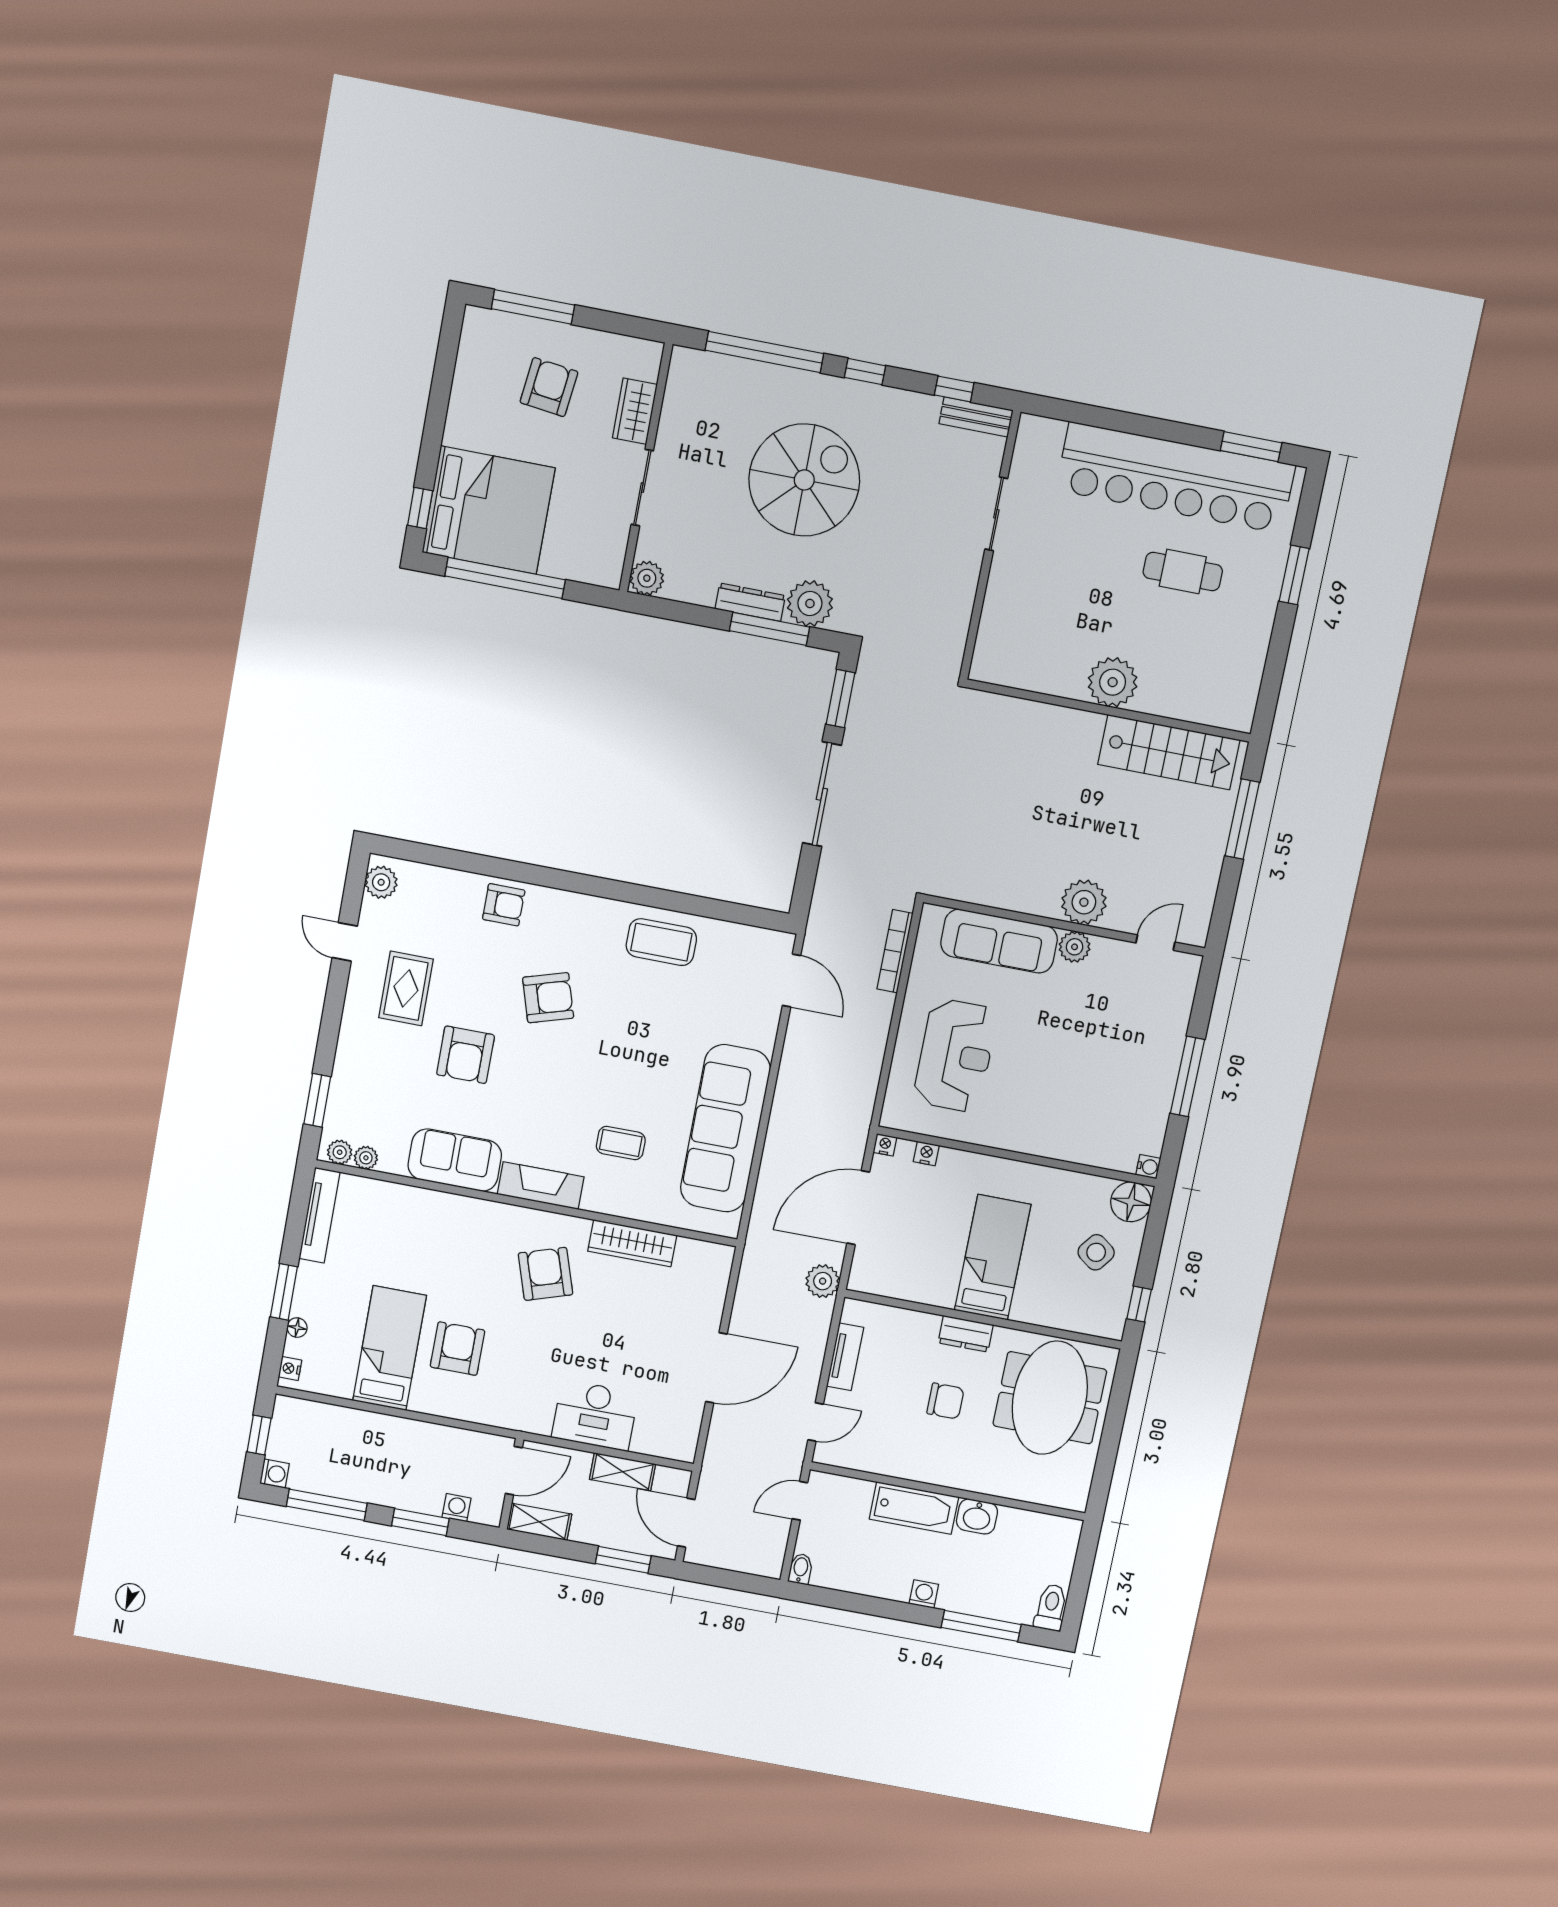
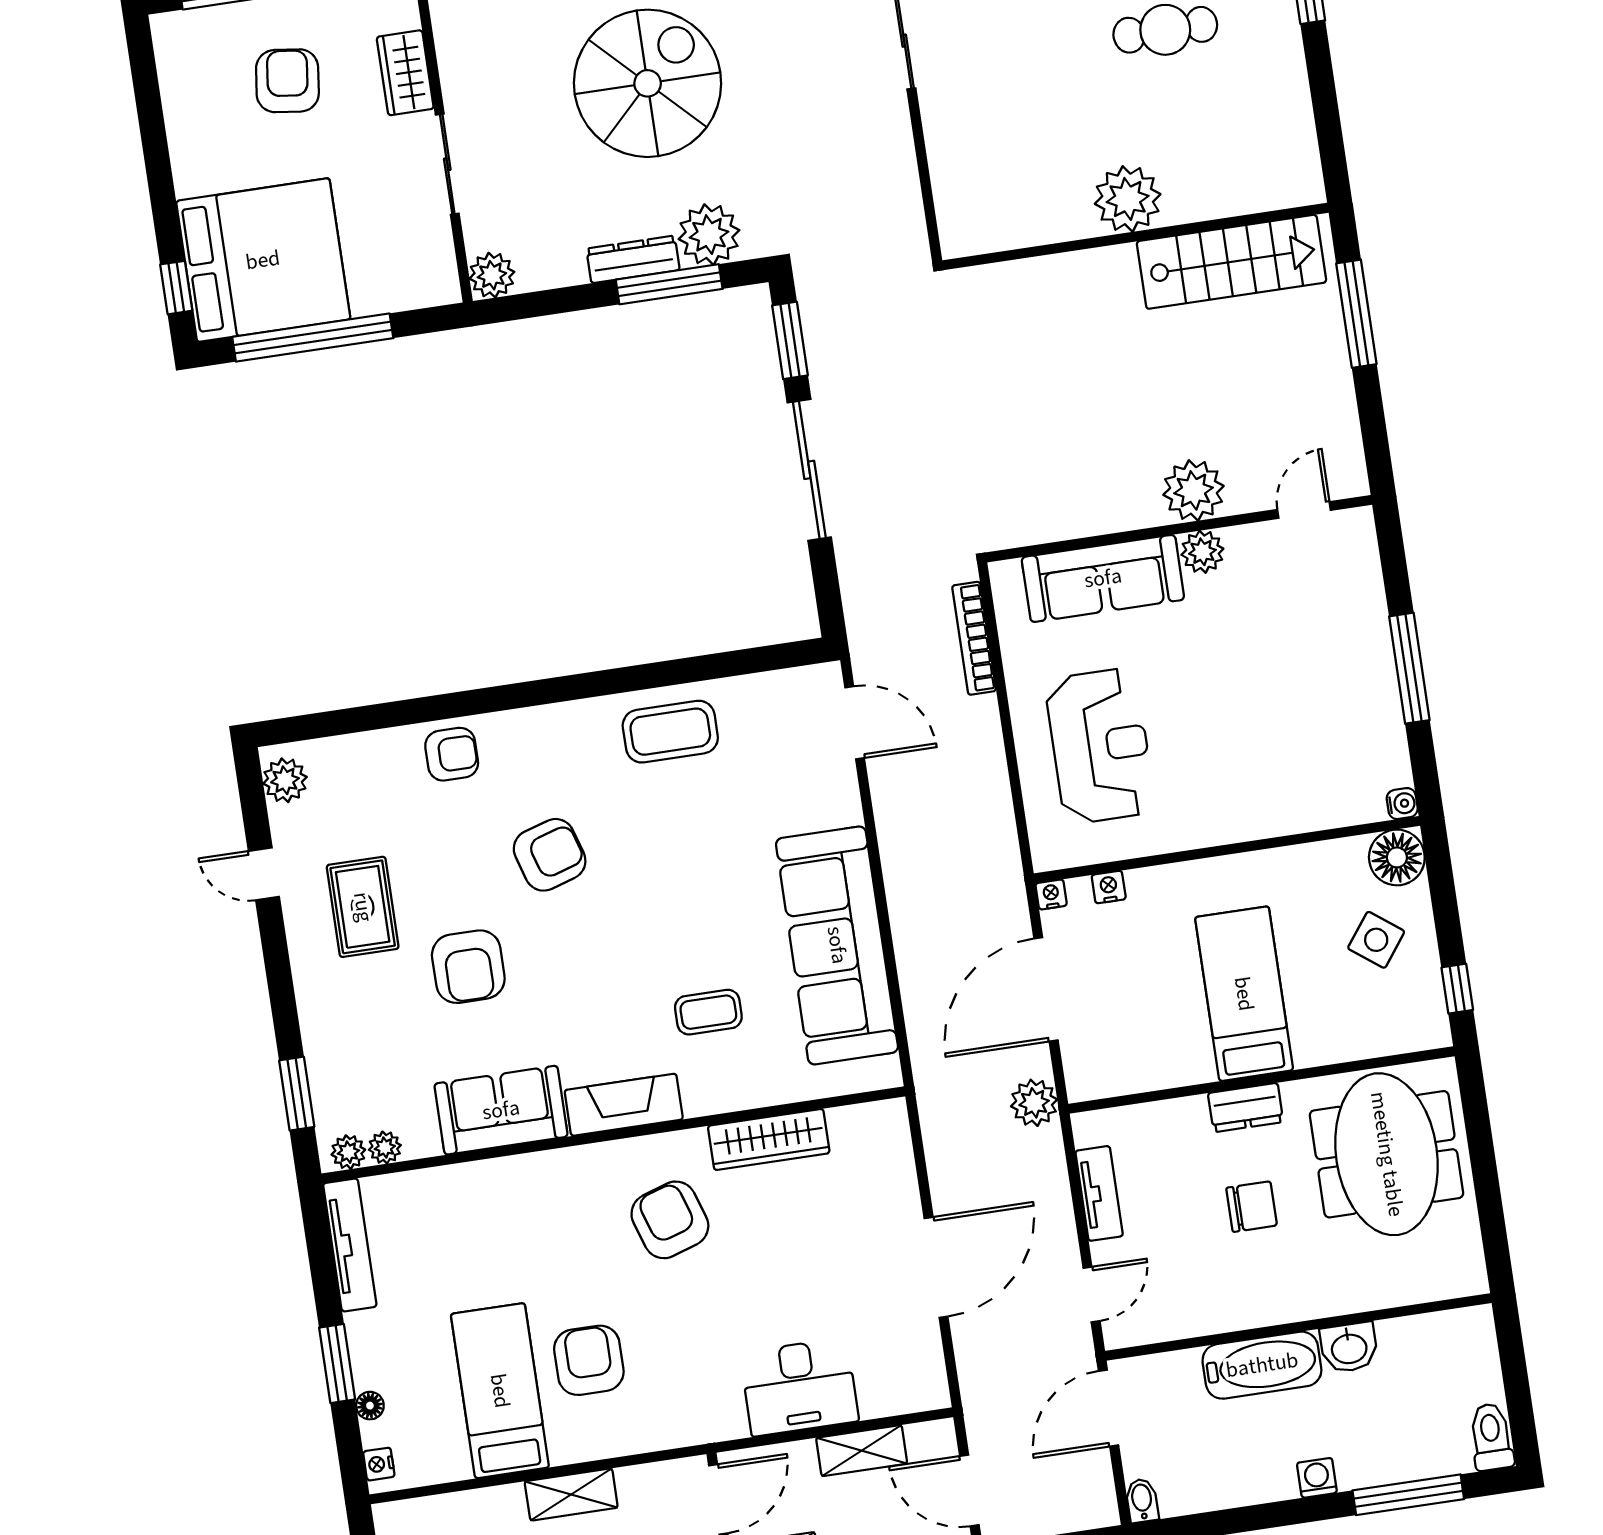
shelving: (415, 1433) -> (571, 1494), added
door: (800, 1501) -> (1109, 1408), width x1.38

